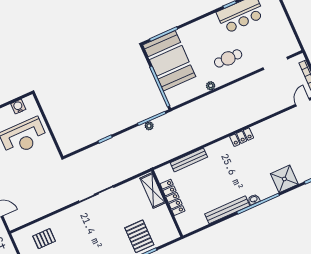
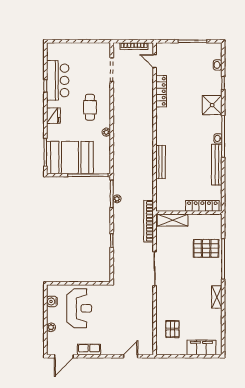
fridge: (204, 26) -> (53, 116), added
locker: (242, 137) -> (161, 91), moved, width x1.53
bench: (189, 160) -> (161, 162), moved
bookcase: (141, 167) -> (149, 221), added
locker: (172, 197) -> (202, 206), moved

